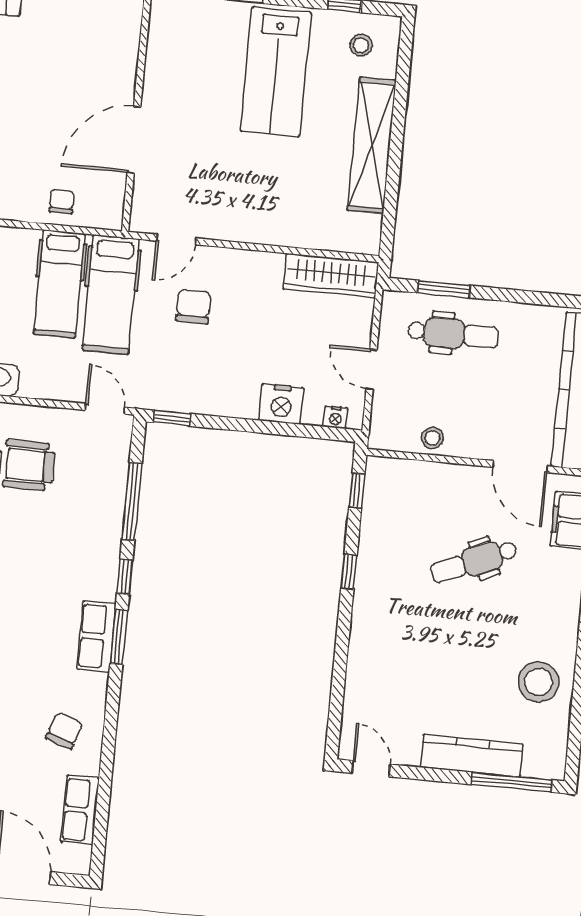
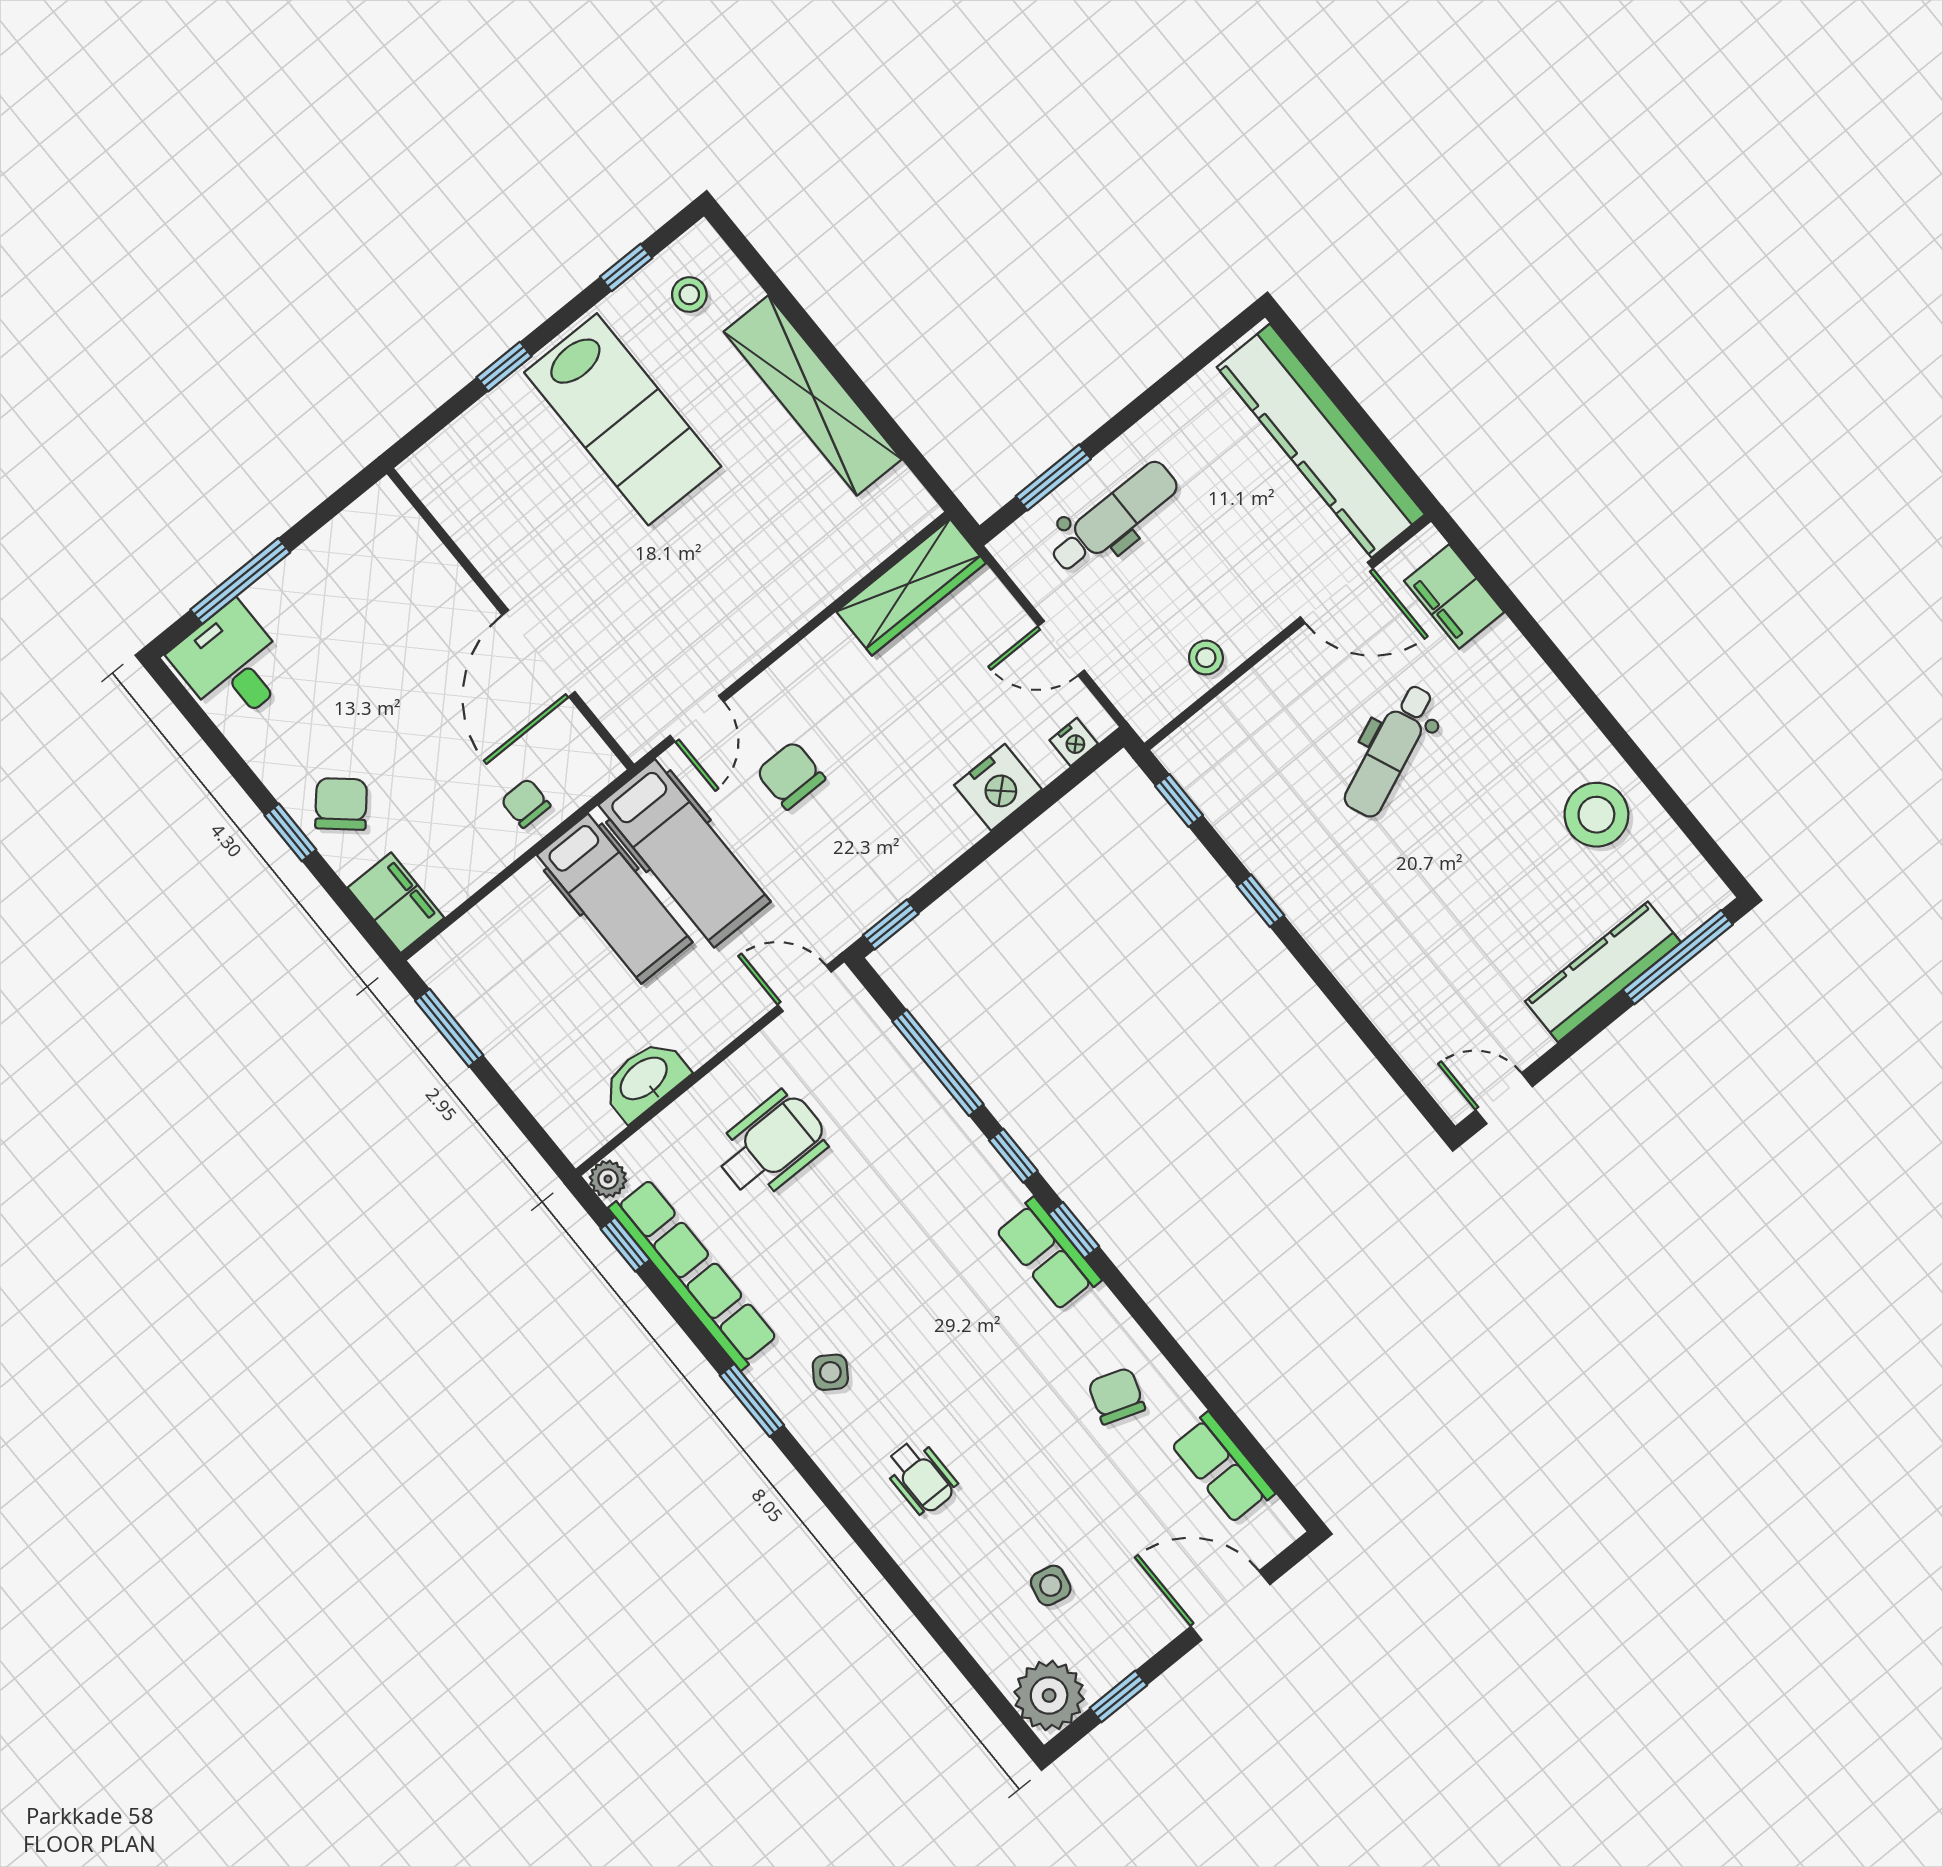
window: (119, 637) -> (1074, 1230), width x0.67

